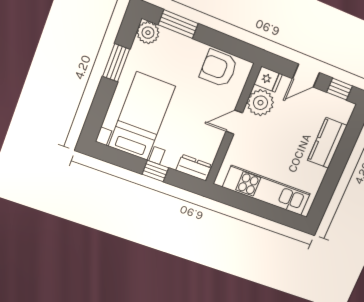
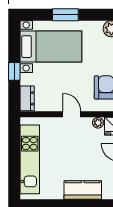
window: (116, 63) -> (65, 15), moved
plant: (260, 103) -> (98, 123), width x0.53, depth x0.53

